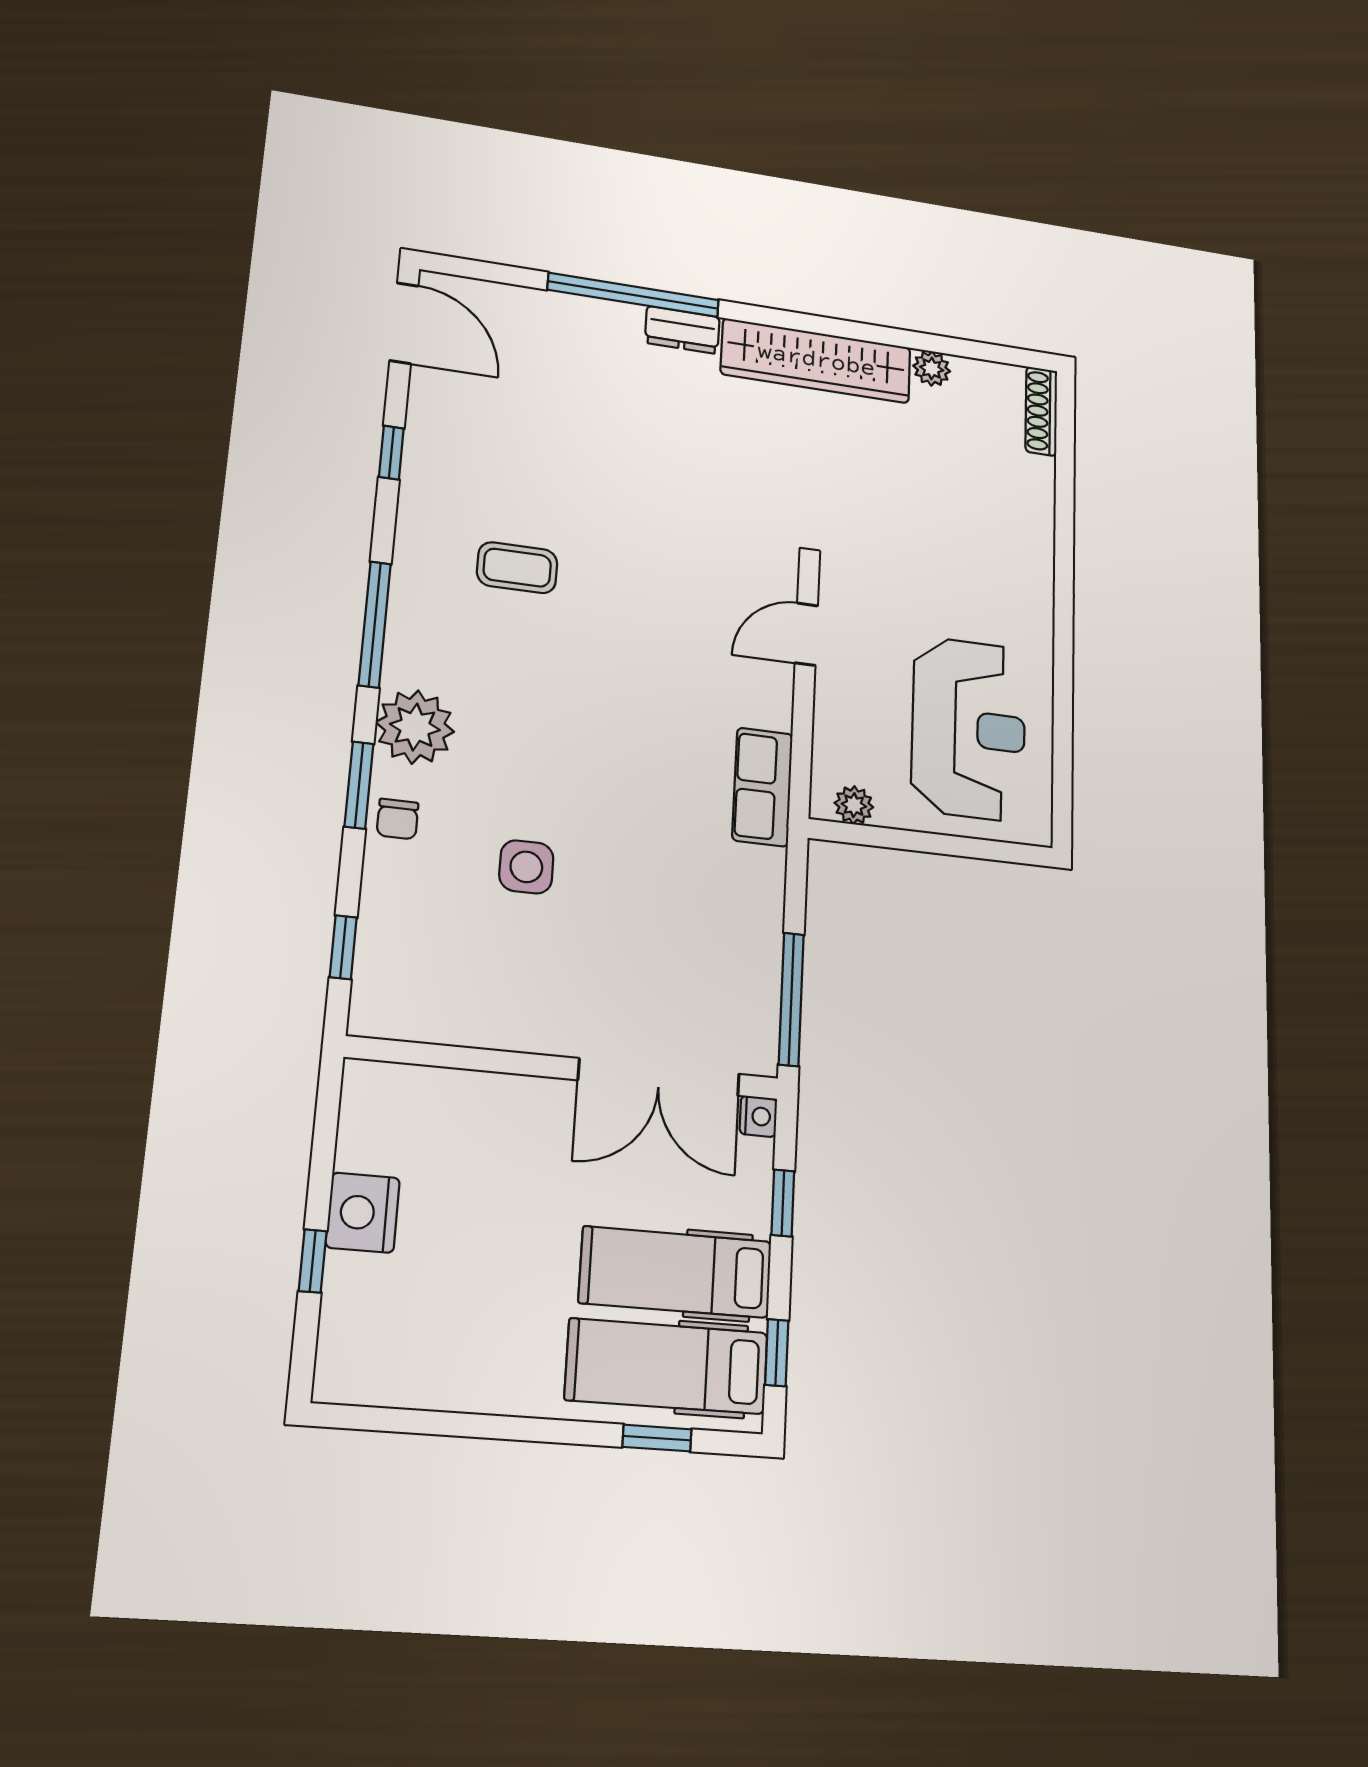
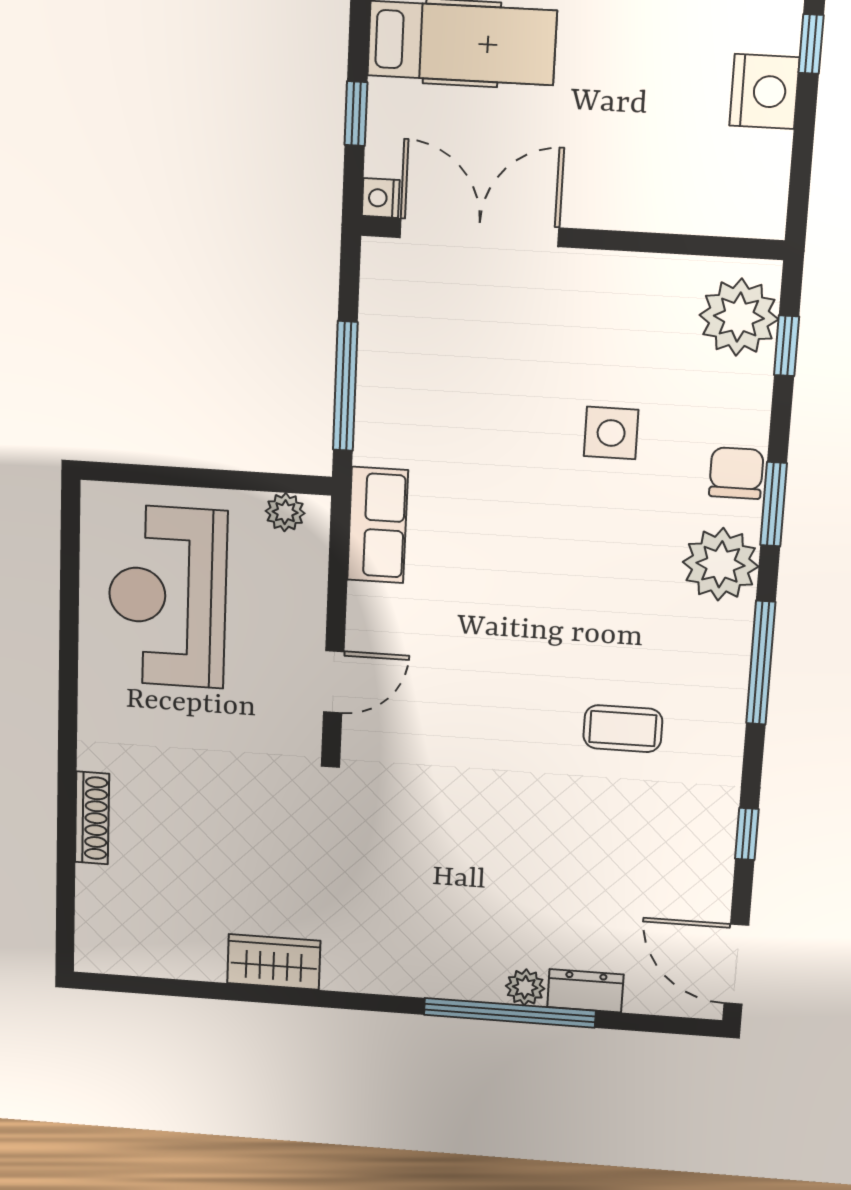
dresser: (682, 330) -> (585, 991), moved
wardrobe: (816, 361) -> (274, 962), width x0.48, depth x0.85
plant: (932, 369) -> (525, 987), moved
shoe rack: (1041, 411) -> (92, 818), moved
chair: (398, 819) -> (736, 473), width x1.37, depth x1.37
plant: (393, 979) -> (739, 317), added
window: (791, 999) -> (345, 386), moved

